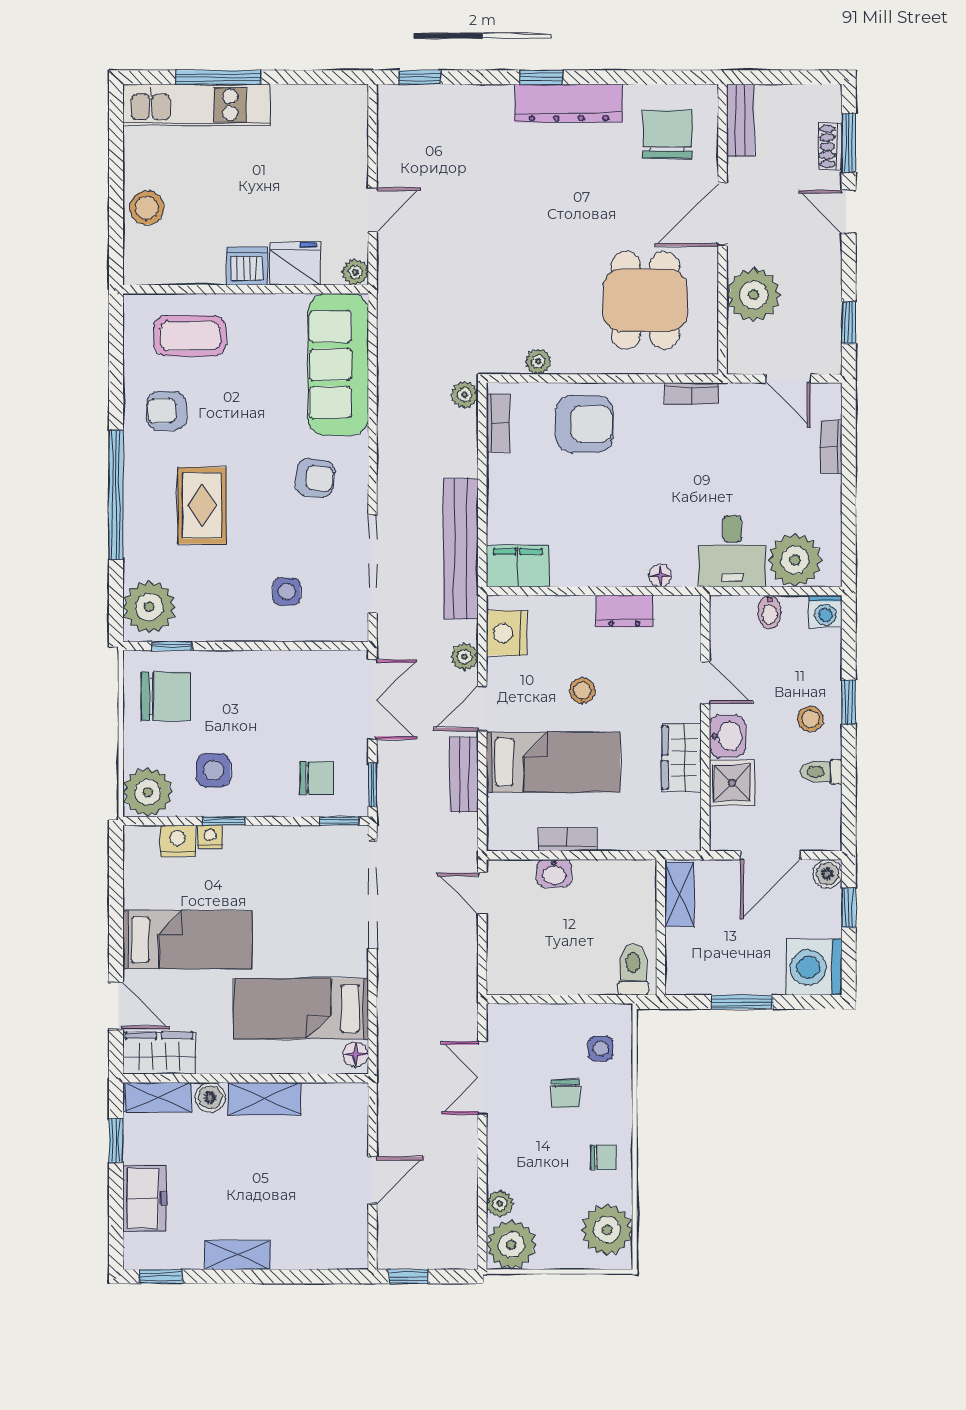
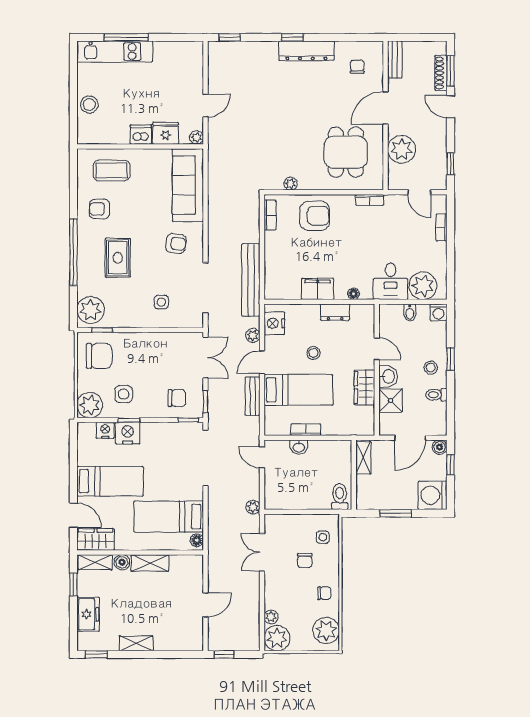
chair: (667, 134) -> (357, 67), width x0.54, depth x0.54
shoe rack: (830, 146) -> (441, 73), width x1.43
plant: (465, 395) -> (253, 507), moved
filing cabinet: (518, 566) -> (318, 289), moved
nightstand: (210, 837) -> (128, 433), width x1.89, depth x1.79

